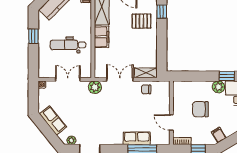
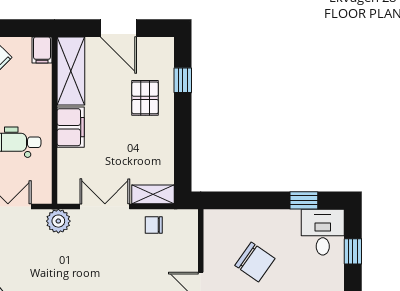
pallet: (142, 21) -> (145, 98), turned 90
plant: (218, 87) -> (288, 220), removed
chair: (200, 109) -> (255, 262), turned -145

